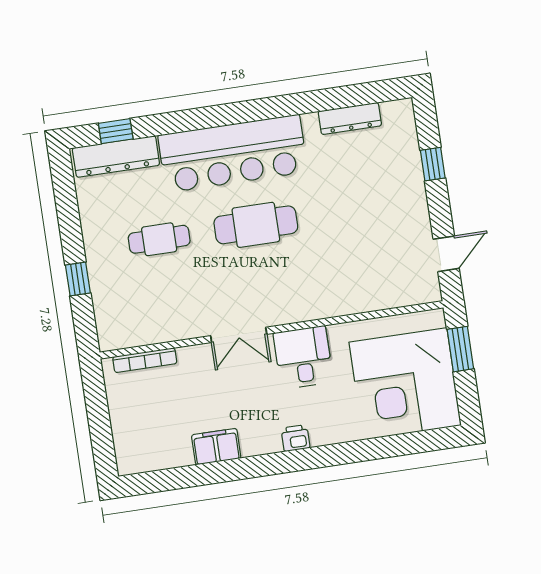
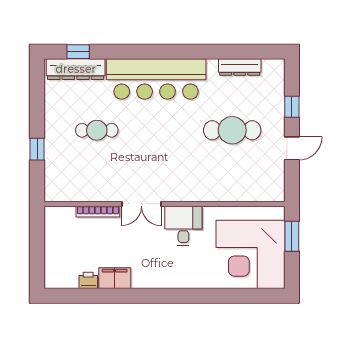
cafe table: (256, 225) -> (232, 130), moved
door: (446, 254) -> (292, 148), moved
bookcase: (145, 360) -> (98, 212), moved
printer: (295, 438) -> (88, 280), moved

